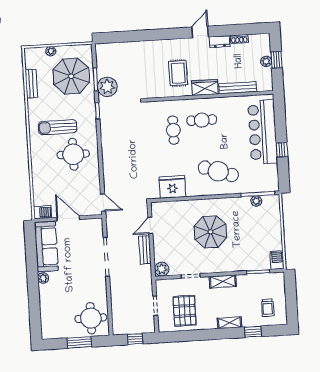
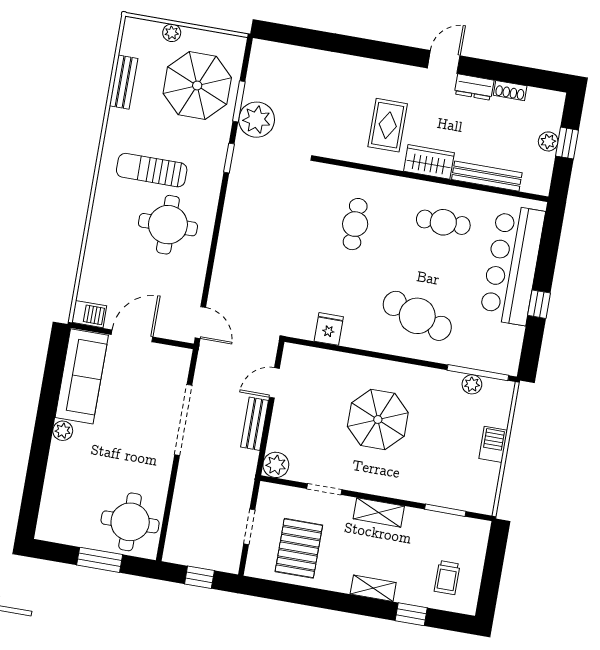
cafe table: (202, 120) -> (443, 222), moved
fridge: (172, 187) -> (329, 329), width x0.53, depth x0.75
door: (68, 218) -> (132, 336), hinge flipped
barbecue: (277, 260) -> (493, 444), moved

